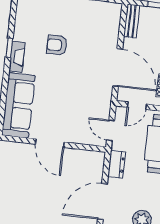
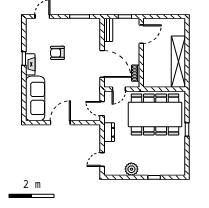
door: (50, 143) -> (60, 123), swing flipped
door: (102, 201) -> (102, 160), width x0.53

